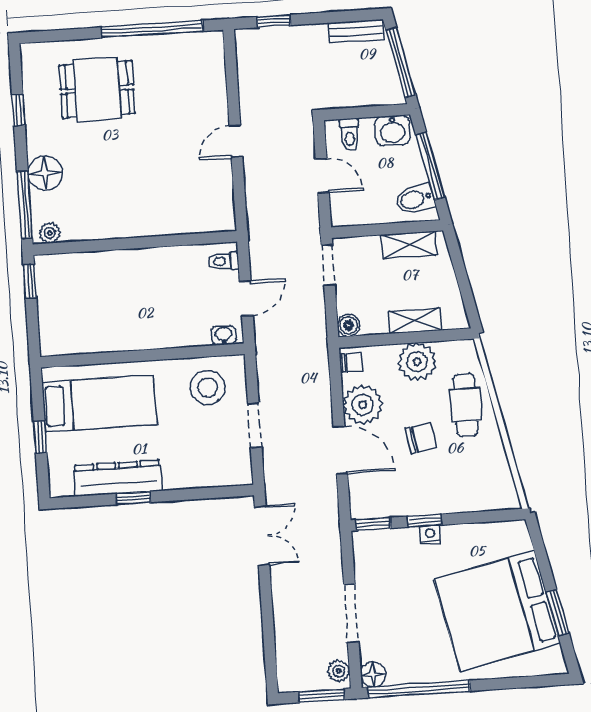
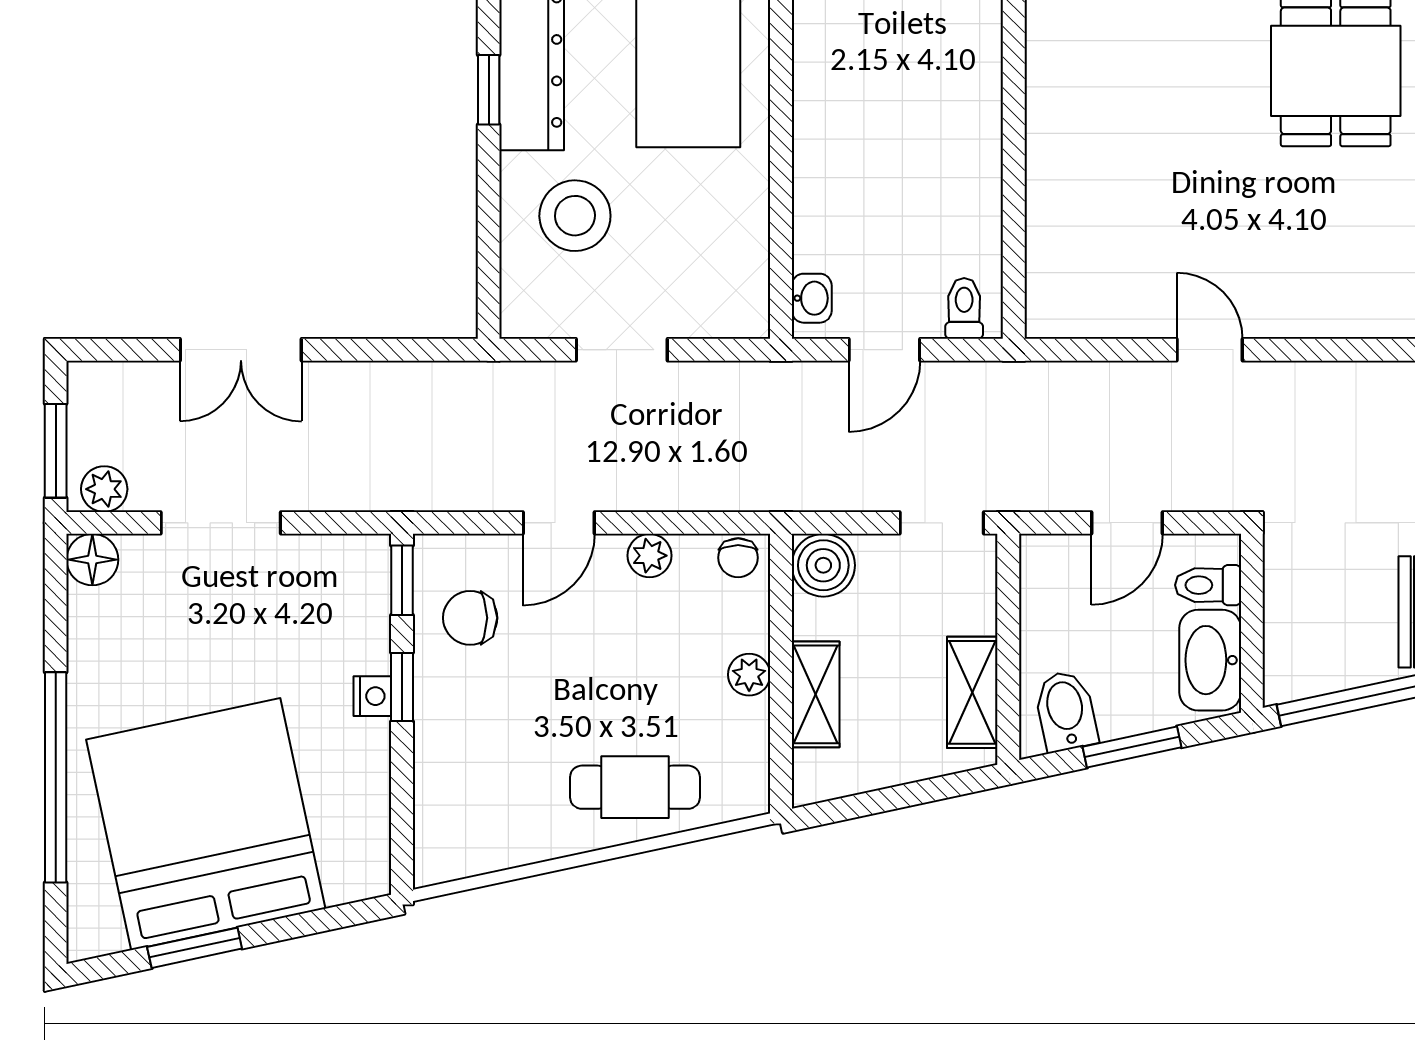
washbasin: (393, 131) -> (1210, 660), width x1.38
window: (430, 166) -> (1132, 747), width x0.69
door: (246, 298) -> (884, 350), hinge flipped
boiler: (349, 325) -> (823, 565), width x1.36, depth x1.36
plant: (417, 362) -> (749, 675), width x0.53, depth x0.53
stool: (208, 387) -> (575, 216), moved
plant: (363, 405) -> (650, 556), width x0.53, depth x0.53
chair: (421, 438) -> (470, 618), moved, turned 100
door: (340, 450) -> (559, 523), width x0.73
double door: (262, 536) -> (241, 350), moved
window: (419, 689) -> (56, 777), moved

